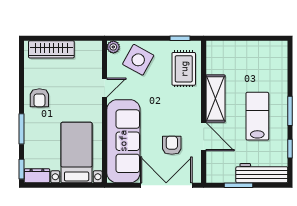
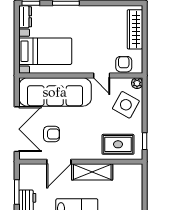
armchair: (39, 98) -> (124, 64), moved, turned 90

